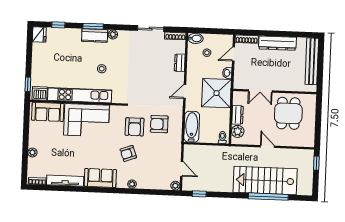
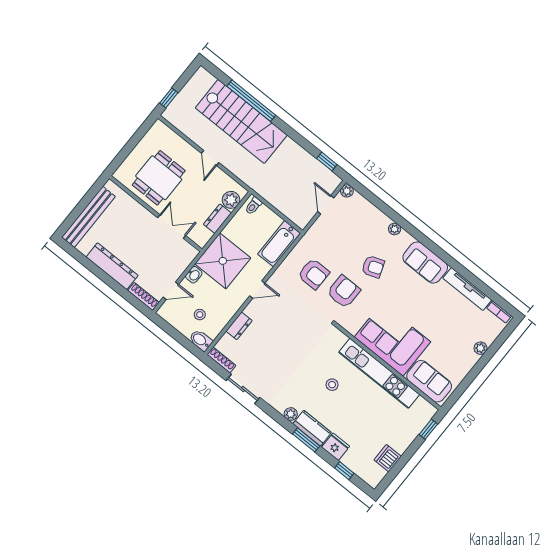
fridge: (39, 35) -> (336, 447), moved, turned 90
dishwasher: (40, 93) -> (388, 458), moved, turned 90

